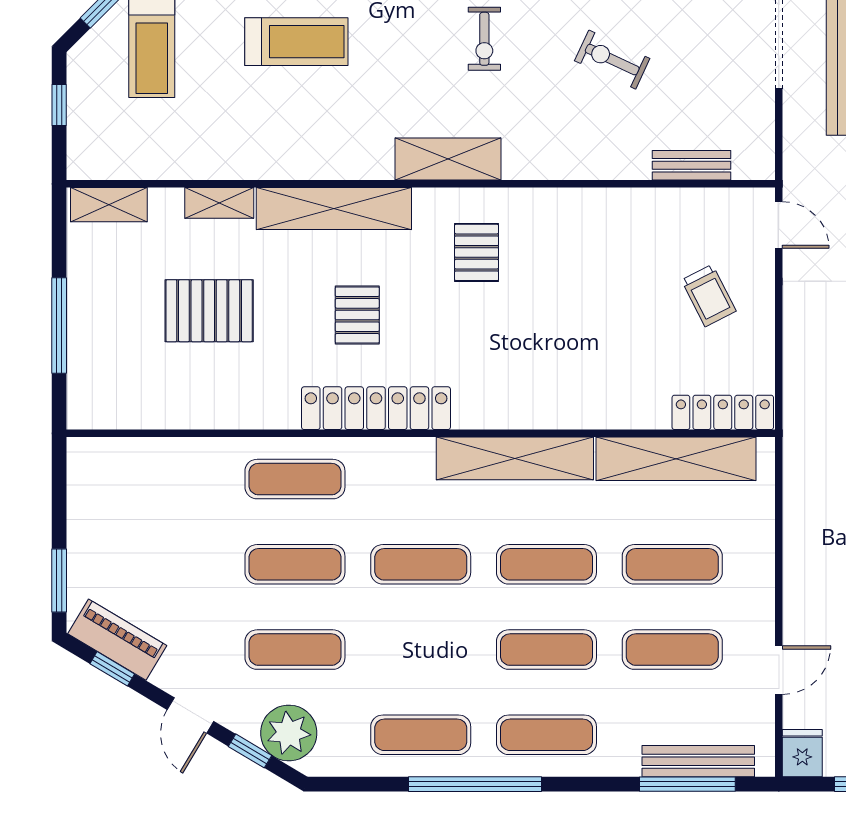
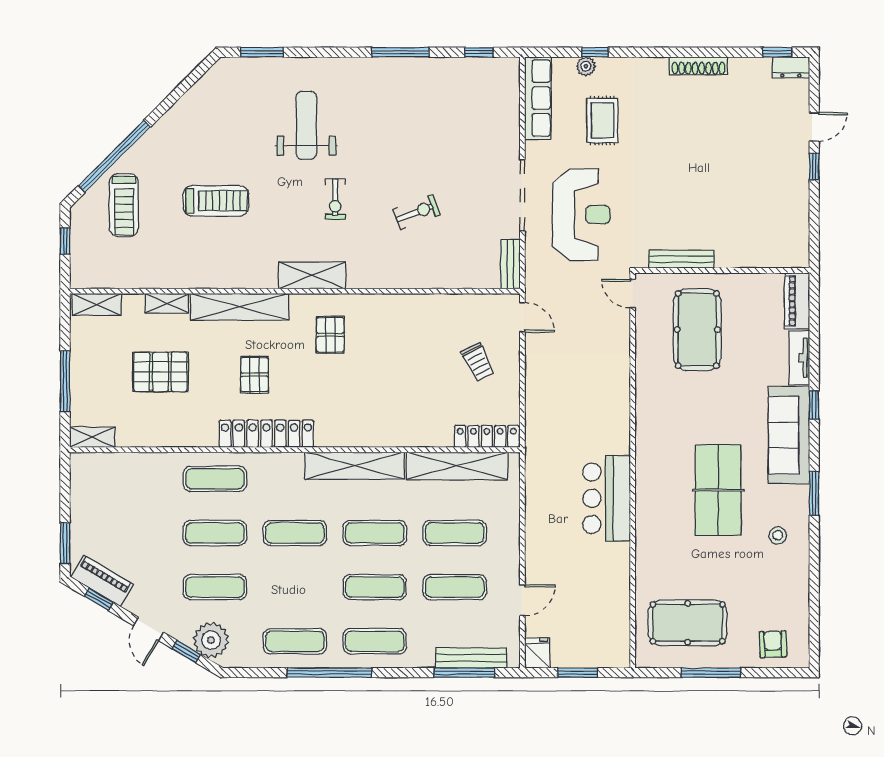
exercise bike: (612, 60) -> (416, 212), turned 134
bench: (692, 165) -> (511, 264), moved, turned 90
shelving: (102, 414) -> (92, 437), added

